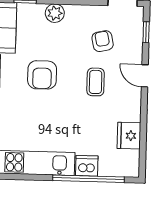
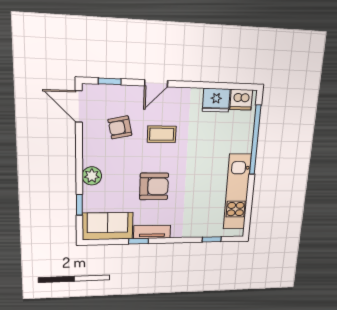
dishwasher: (87, 166) -> (241, 100), moved, turned -90

